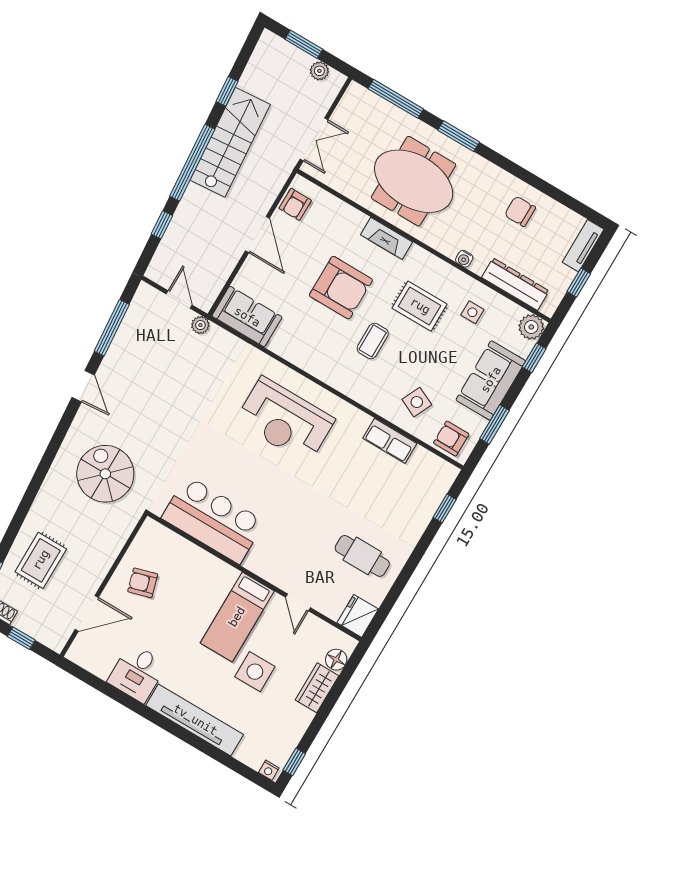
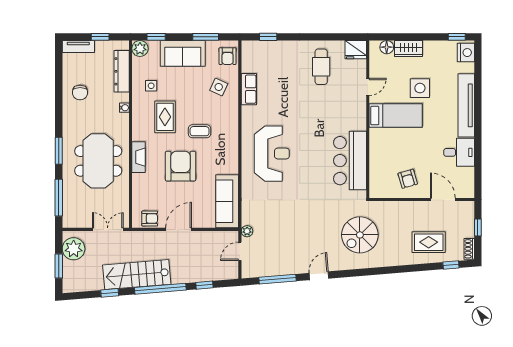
plant: (319, 71) -> (74, 249), width x1.88, depth x1.88
sofa: (247, 317) -> (227, 201), width x1.36
nightstand: (269, 770) -> (466, 53), width x1.89, depth x1.79

